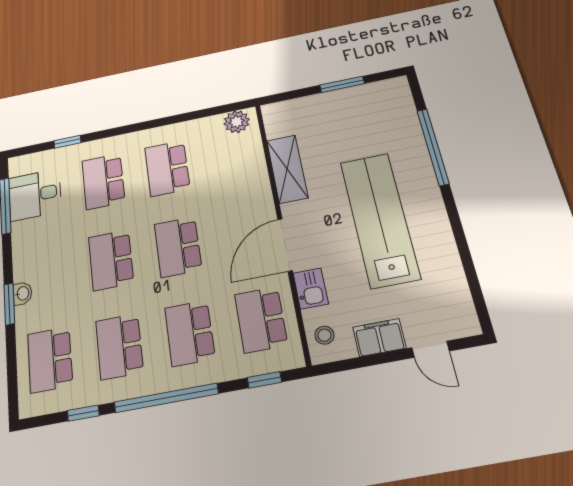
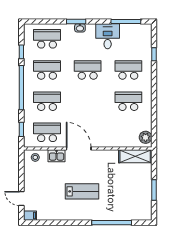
shelving: (287, 169) -> (135, 156), moved
desk: (35, 195) -> (108, 36), moved
lab bench: (379, 219) -> (82, 191), width x0.54, depth x0.72
school desk: (178, 247) -> (88, 101), removed
filing cabinet: (379, 338) -> (30, 216), moved, width x0.50
door: (430, 349) -> (21, 198), hinge flipped

